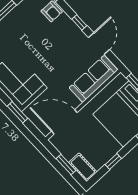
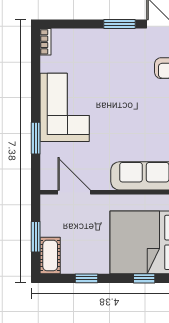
door: (64, 122) -> (74, 192), width x0.73

